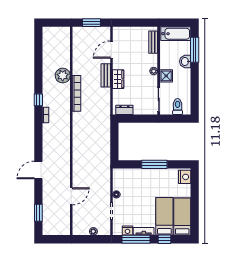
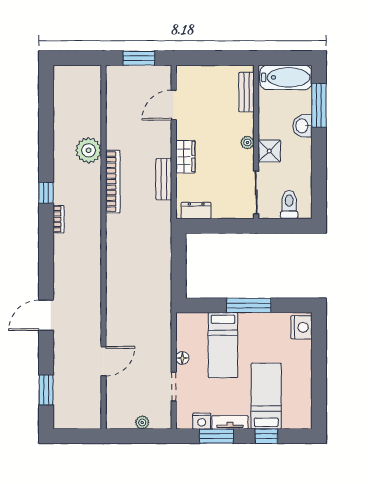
bench: (106, 75) -> (164, 179), moved
bed: (182, 217) -> (223, 345), moved, turned 180
window: (136, 239) -> (216, 436), width x0.69

